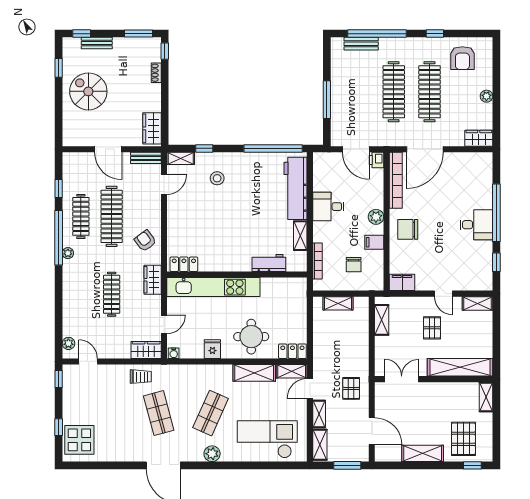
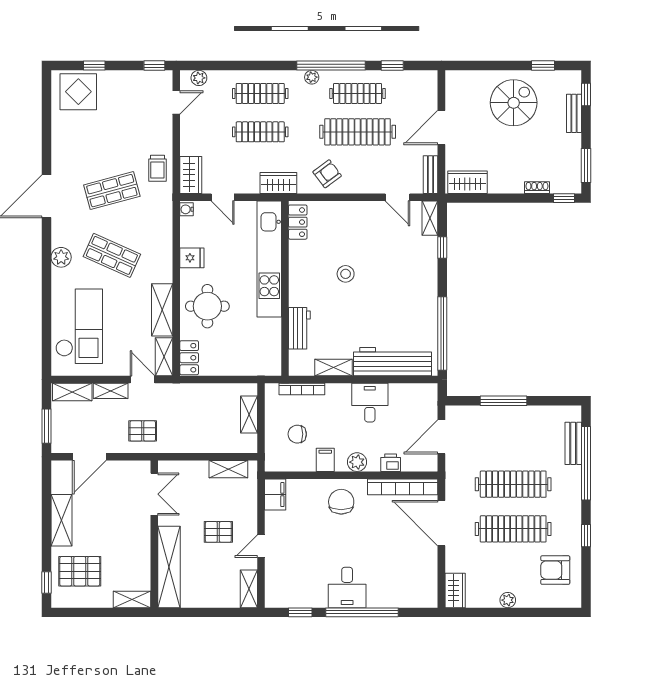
printer: (376, 160) -> (391, 463), moved
stool: (217, 178) -> (346, 274), moved
clothes rail: (81, 294) -> (260, 93), added

